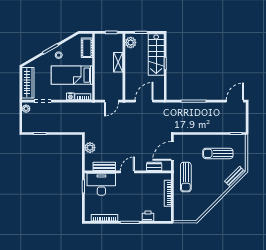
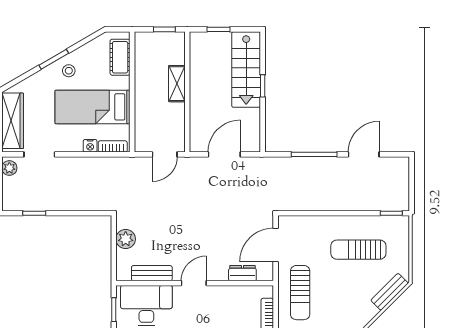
plant: (131, 43) -> (200, 48), removed
door: (235, 101) -> (364, 154), moved

